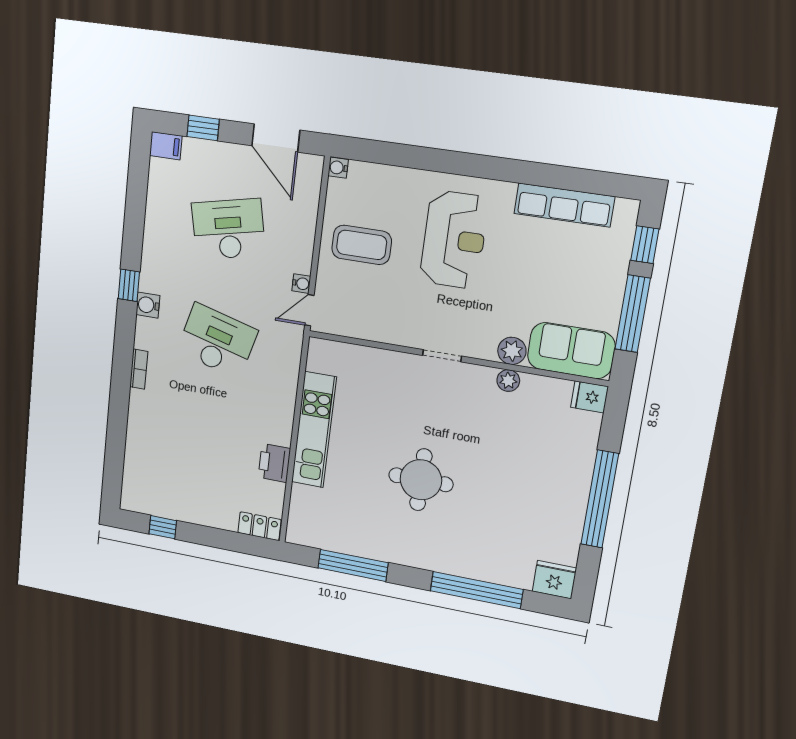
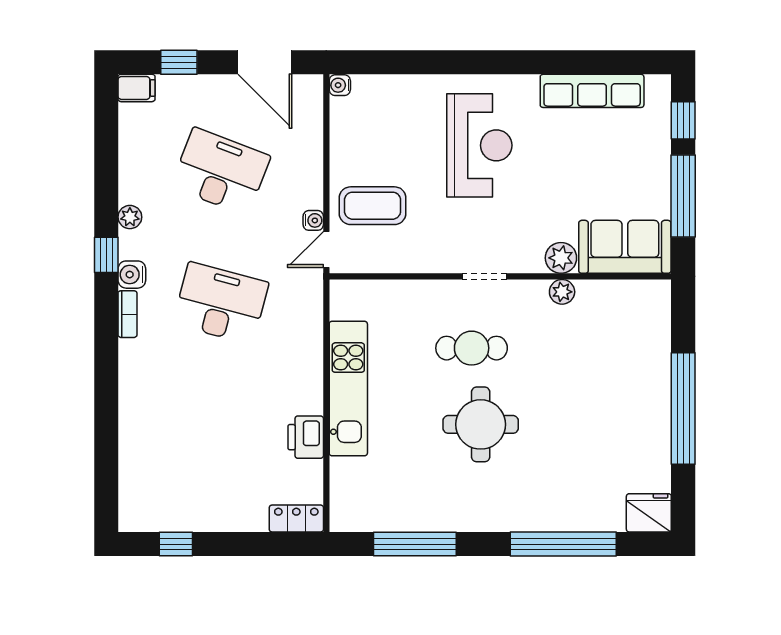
desk: (228, 229) -> (221, 171), turned 33
coffee table: (362, 245) -> (373, 206), moved
plant: (150, 257) -> (130, 217), added
bookcase: (139, 369) -> (127, 314), moved
fridge: (589, 397) -> (653, 295), removed
cafe table: (422, 415) -> (472, 348), added

